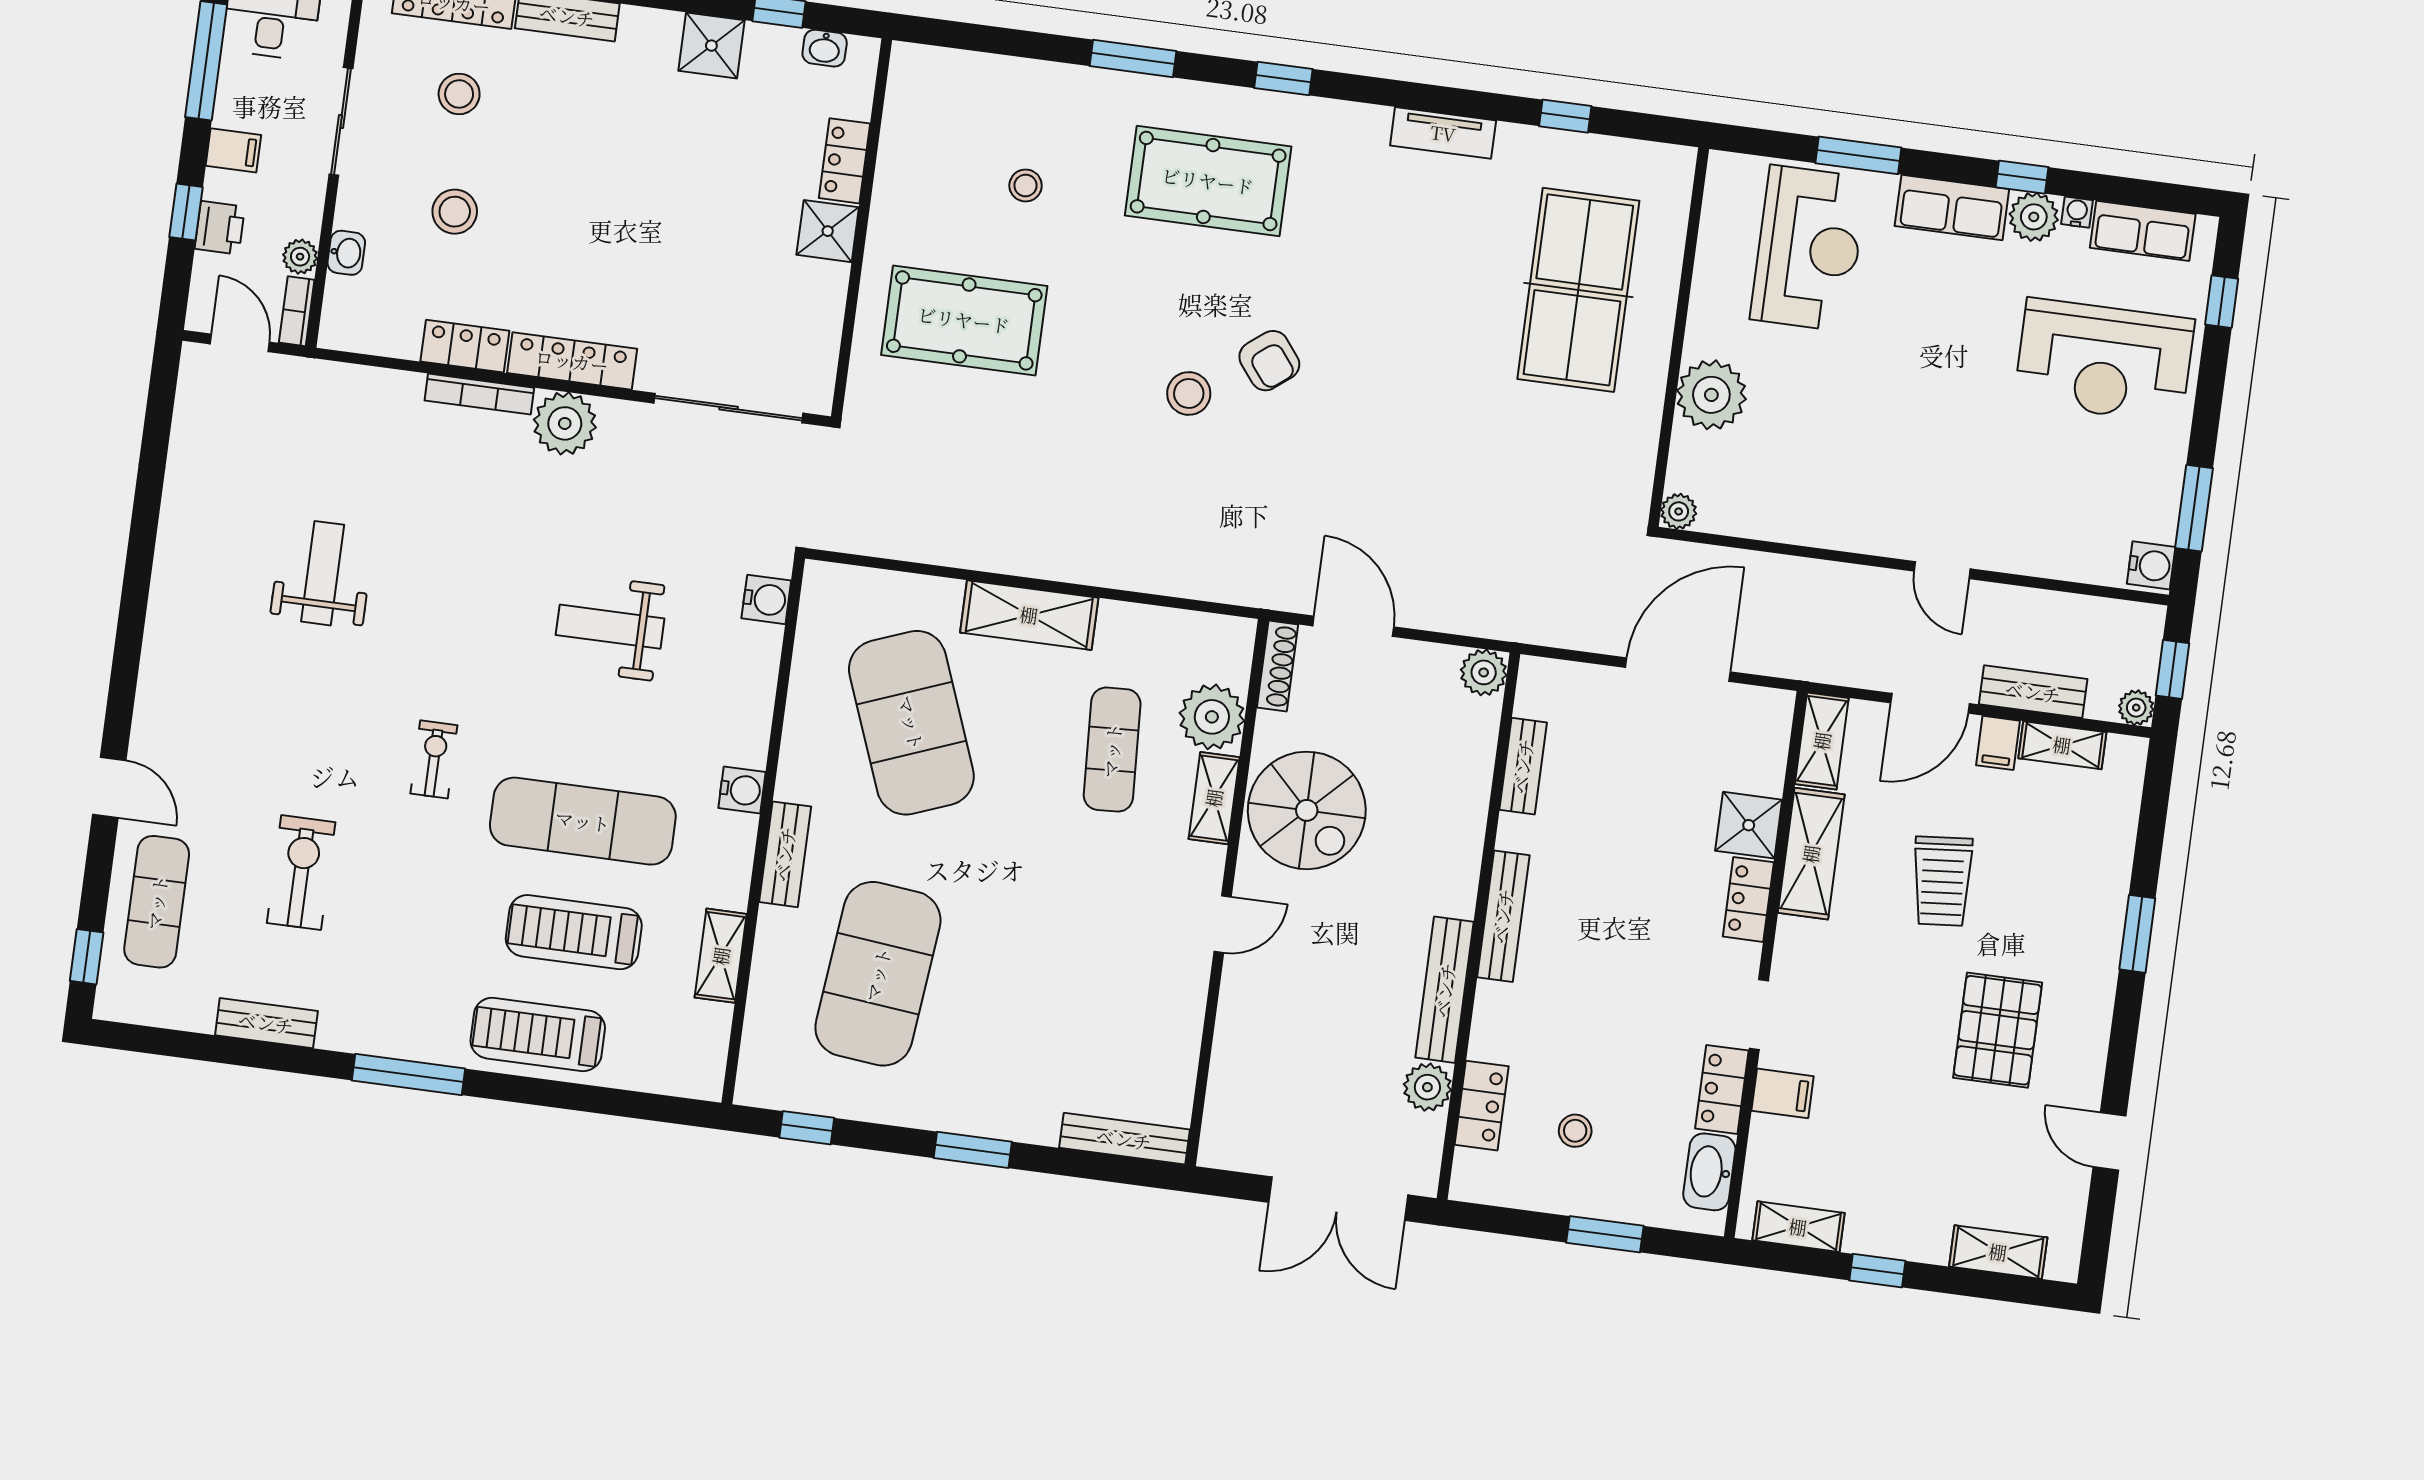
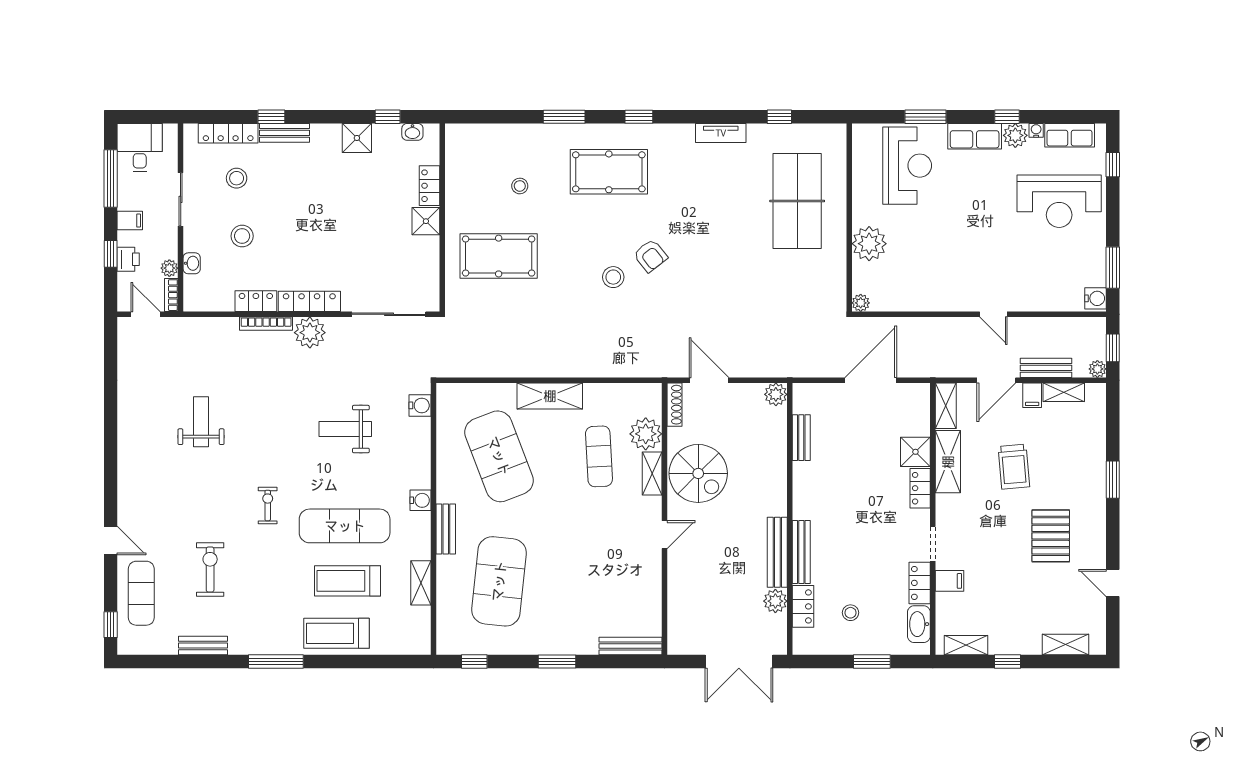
bench: (1503, 916) -> (801, 552), moved

